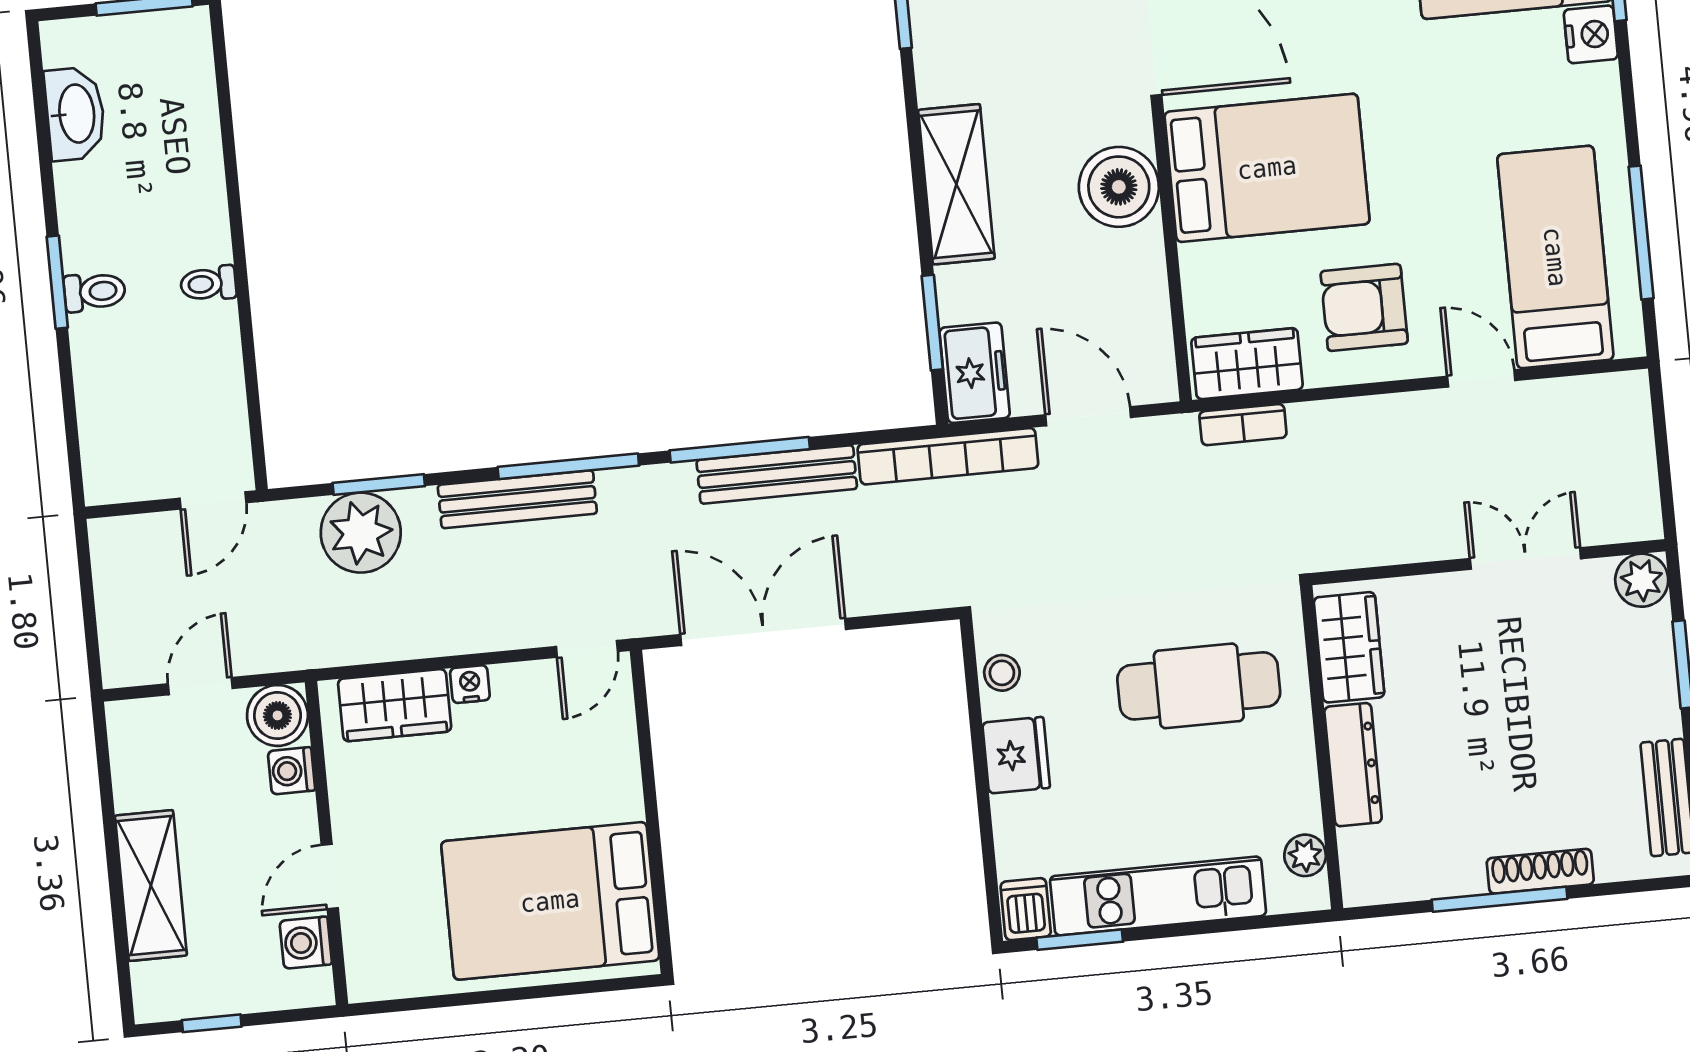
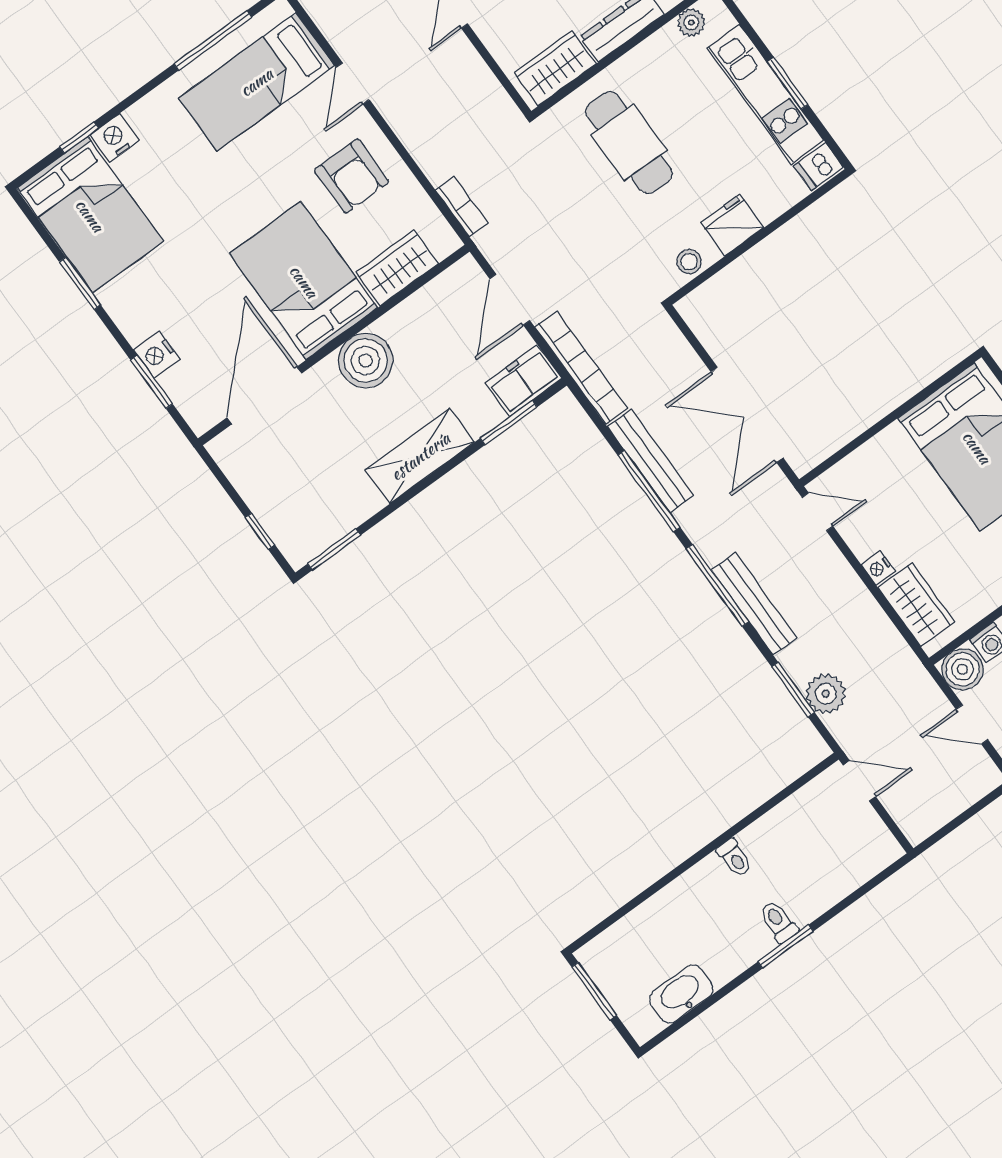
wardrobe: (1247, 364) -> (397, 268), moved, turned 90
plant: (361, 533) -> (826, 694), width x0.73, depth x0.73
window: (1080, 940) -> (788, 83), moved

